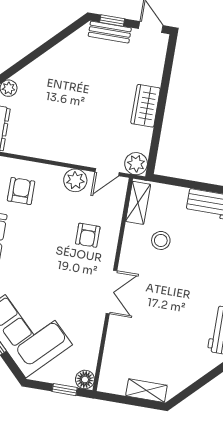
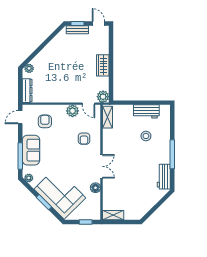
door: (107, 172) -> (88, 104), hinge flipped
stool: (161, 240) -> (146, 136), moved
floor lamp: (85, 380) -> (95, 188), moved
shelving: (146, 391) -> (113, 215), moved

